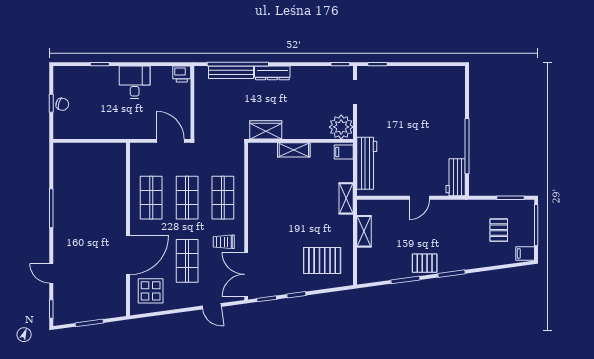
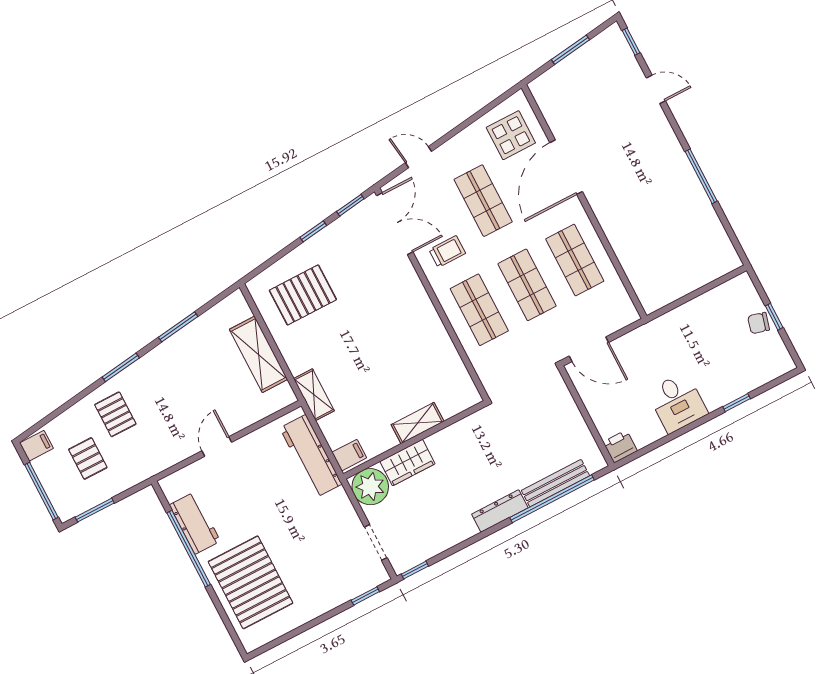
pallet: (441, 107) -> (250, 582), added
wardrobe: (266, 130) -> (407, 463), moved
workbench: (456, 177) -> (195, 523), moved
shelving: (364, 231) -> (258, 354), width x1.50, depth x1.33
pallet: (425, 263) -> (115, 414), moved, turned 90

